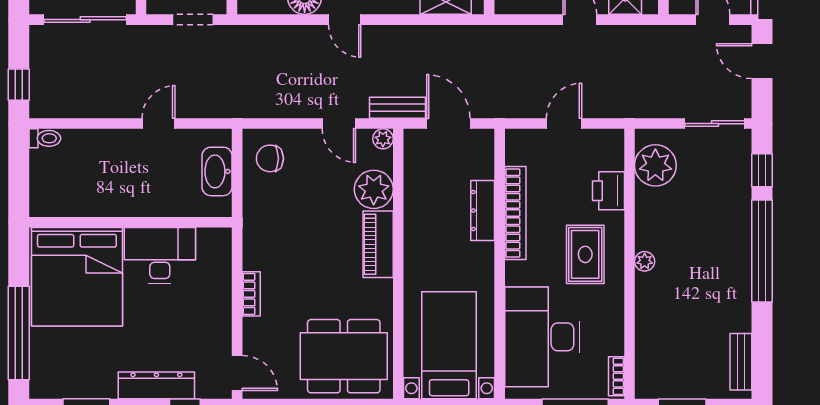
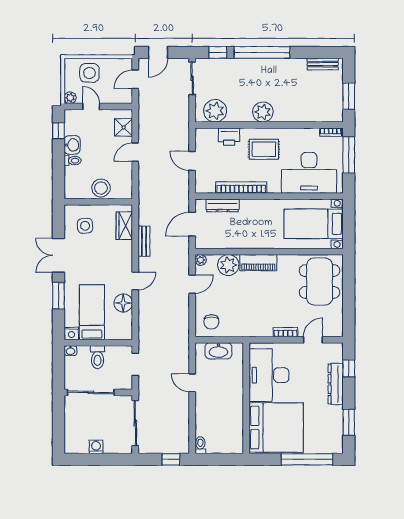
bench: (397, 108) -> (144, 241), moved
dresser: (483, 211) -> (223, 205), moved
desk: (160, 255) -> (269, 375), width x1.36, depth x1.30
plant: (645, 261) -> (263, 112), width x1.88, depth x1.88
door: (237, 373) -> (313, 340), moved

